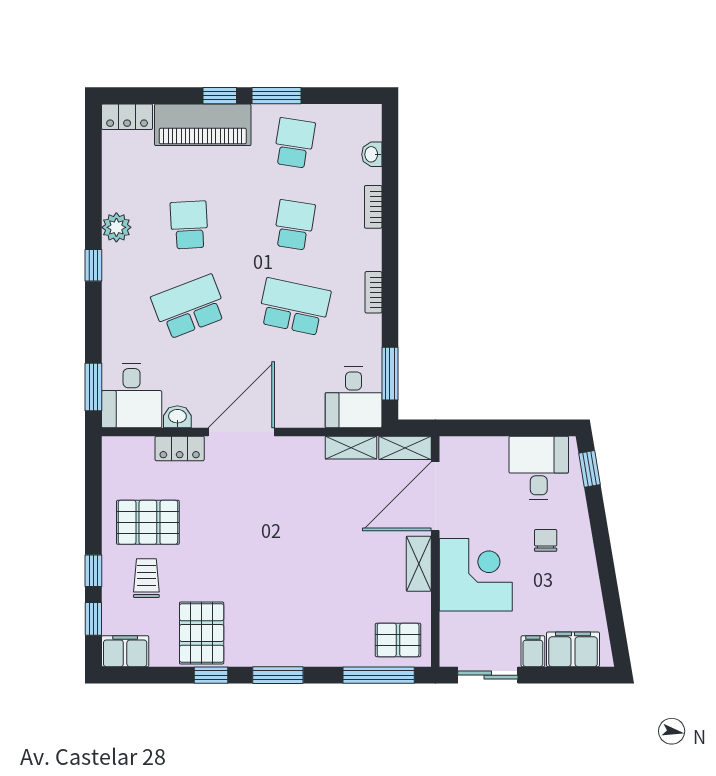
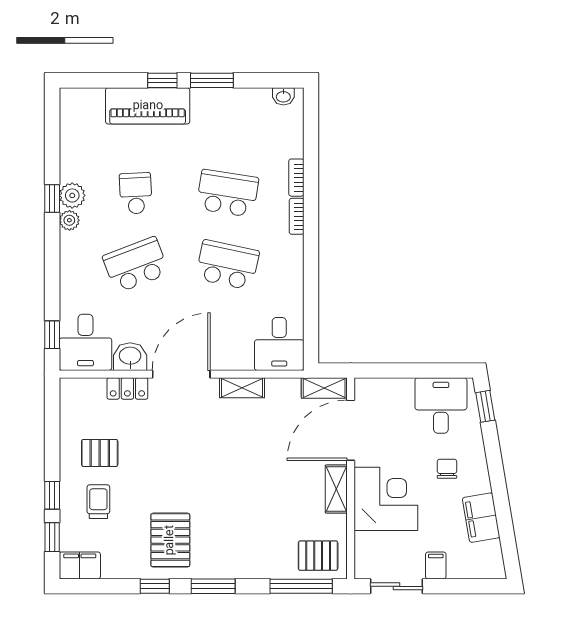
locker: (127, 117) -> (82, 99), removed
school desk: (294, 143) -> (227, 122), removed
washbasin: (372, 154) -> (283, 96), moved, turned -90
school desk: (294, 225) -> (227, 193), width x1.85
plant: (113, 256) -> (69, 220), added
window: (93, 265) -> (52, 199), moved
bookcase: (373, 292) -> (297, 216), moved
window: (390, 374) -> (311, 323), removed
window: (93, 387) -> (52, 335), width x0.67
washbasin: (177, 417) -> (130, 357), width x1.38, depth x1.45
shelving: (351, 448) -> (242, 388), moved
pallet: (148, 522) -> (100, 453), width x0.67, depth x0.71
pallet: (202, 633) -> (170, 540), moved
filing cabinet: (573, 649) -> (481, 518), moved, turned -100

